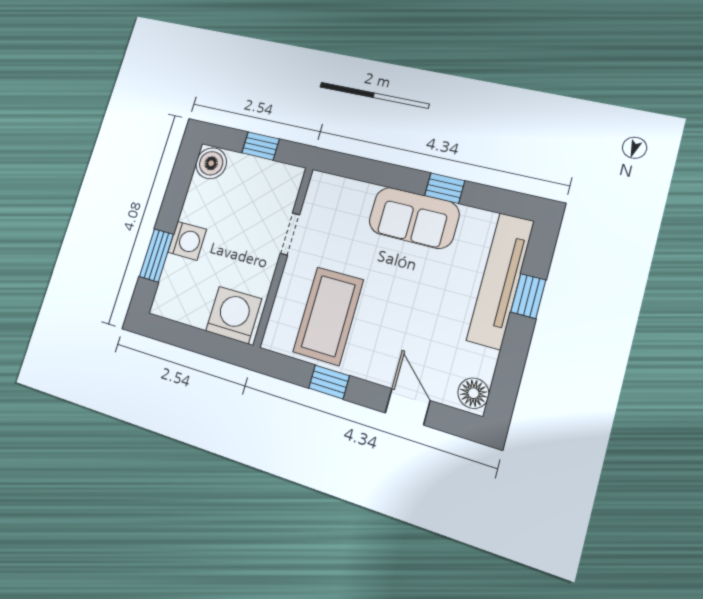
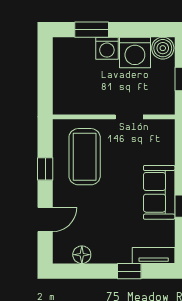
tv unit: (500, 281) -> (154, 256), width x0.52, depth x0.78
washing machine: (234, 315) -> (135, 52), moved, turned 90
coffee table: (328, 316) -> (85, 157), turned 90
floor lamp: (473, 393) -> (82, 255), moved

